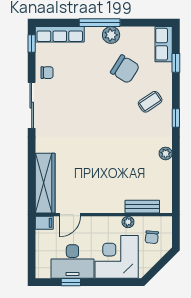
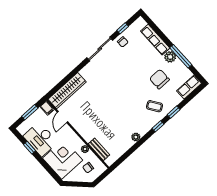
window: (100, 23) -> (181, 56), moved
row of seats: (60, 34) -> (155, 40), moved
window: (32, 43) -> (123, 28), moved
window: (176, 63) -> (174, 112), moved
chair: (125, 69) -> (159, 79), turned 148
door: (70, 215) -> (63, 117), hinge flipped
window: (32, 246) -> (30, 112), added

